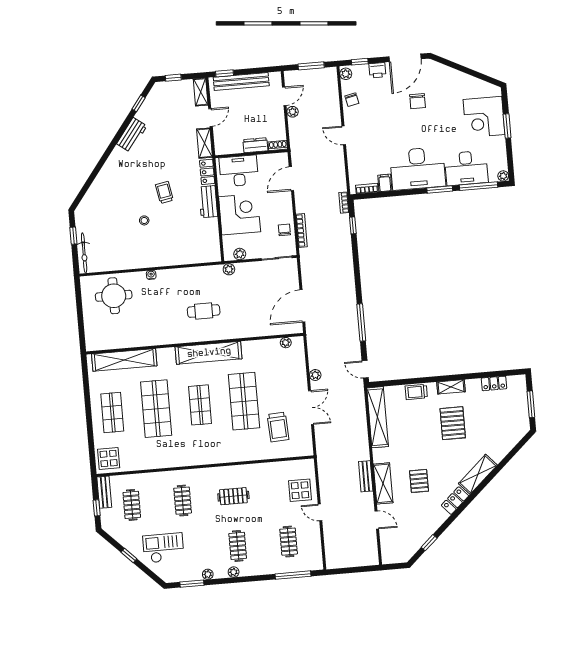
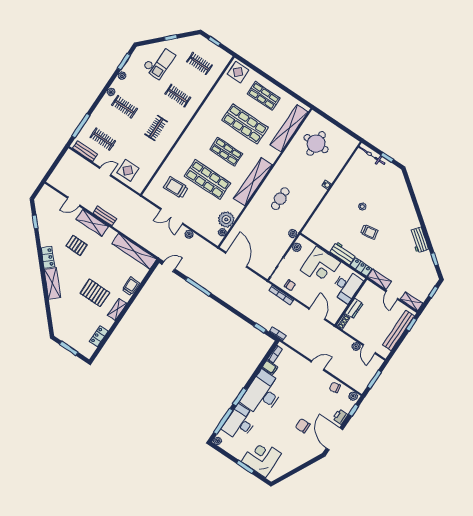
round table: (114, 296) -> (316, 144), moved
plant: (269, 349) -> (226, 219), added
bench: (104, 492) -> (85, 151), moved

